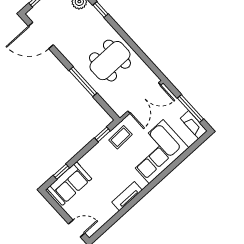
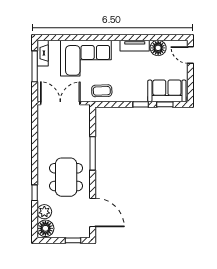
dining table: (110, 61) -> (66, 177), moved, turned 90
window: (102, 134) -> (141, 104), moved
floor lamp: (107, 211) -> (158, 48), added

